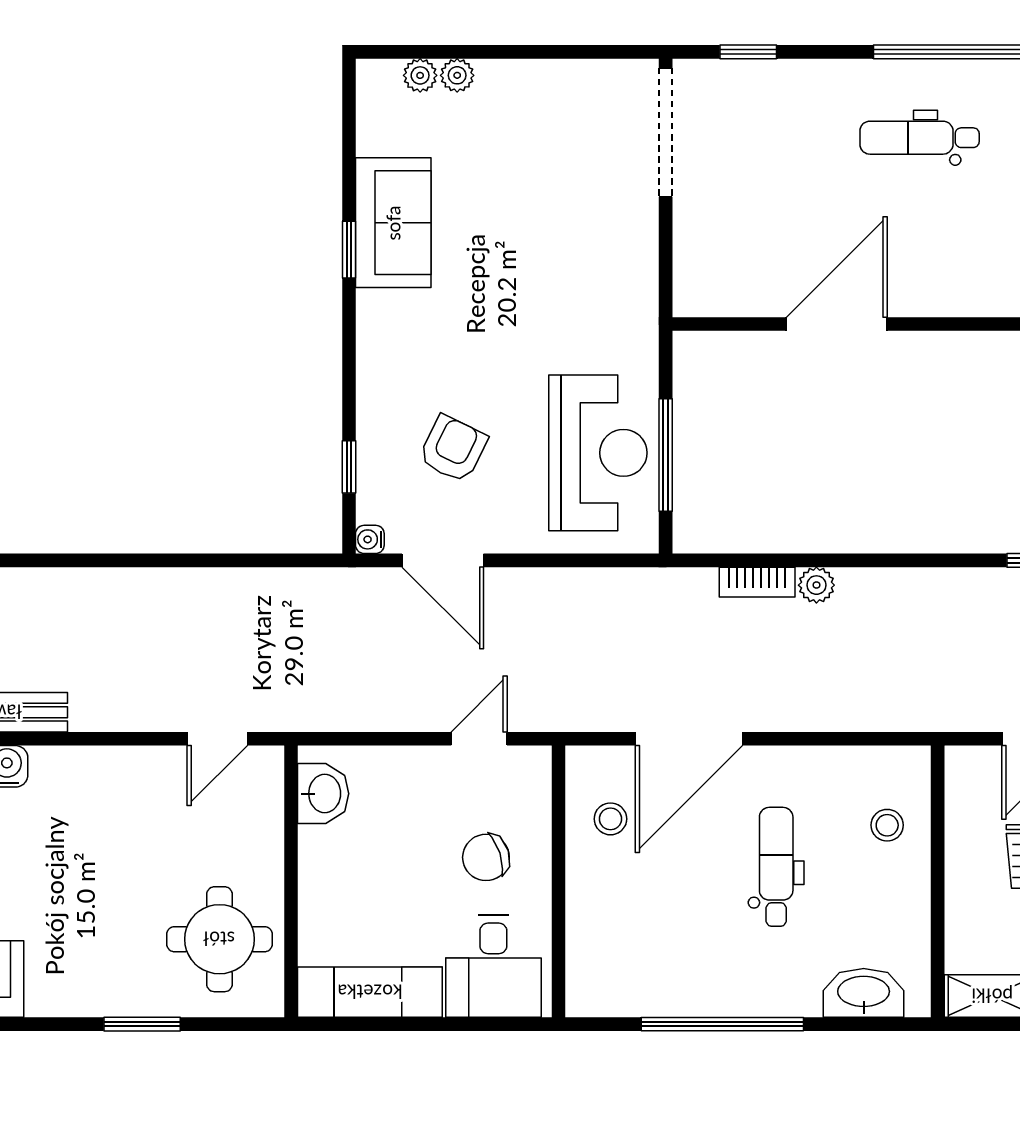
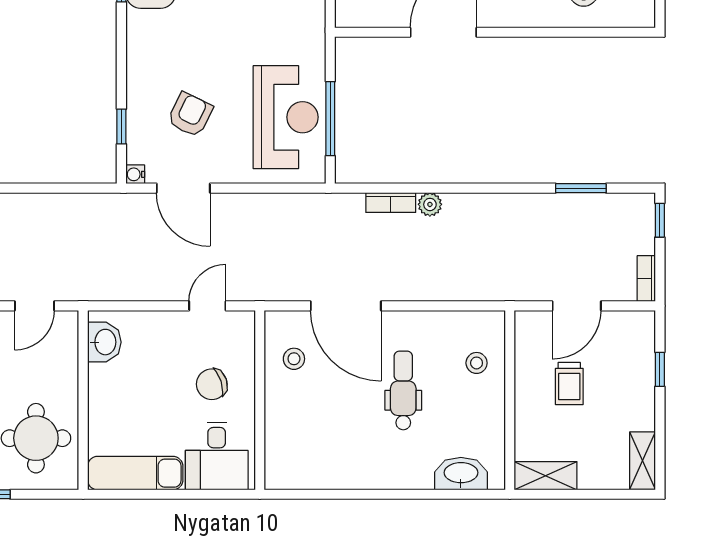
door: (689, 739) -> (346, 306), hinge flipped
window: (722, 1024) -> (368, 494), removed

